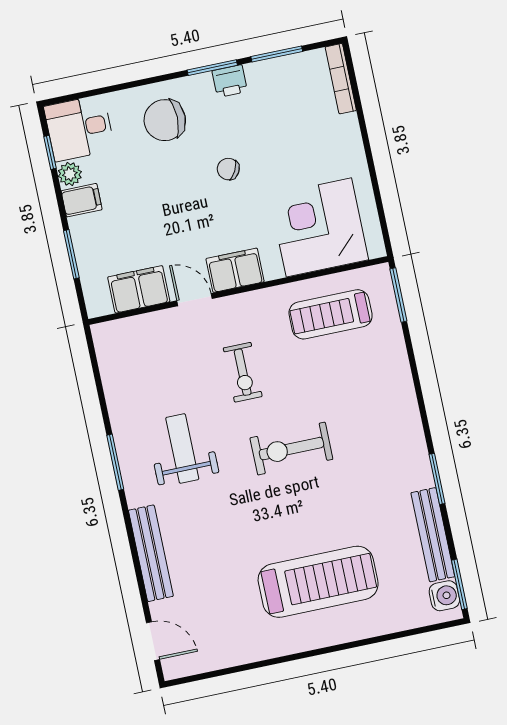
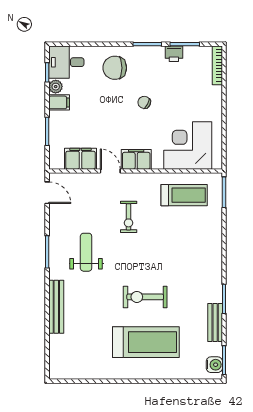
printer: (230, 81) -> (174, 54), moved
treadmill: (331, 314) -> (184, 195), turned 180
exercise bike: (291, 449) -> (145, 297), moved
bench: (433, 535) -> (215, 322), width x0.73
door: (153, 641) -> (47, 193), moved

